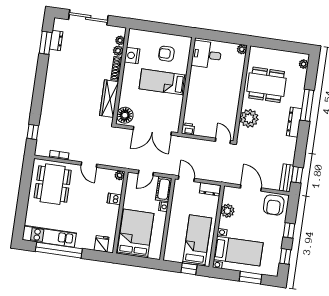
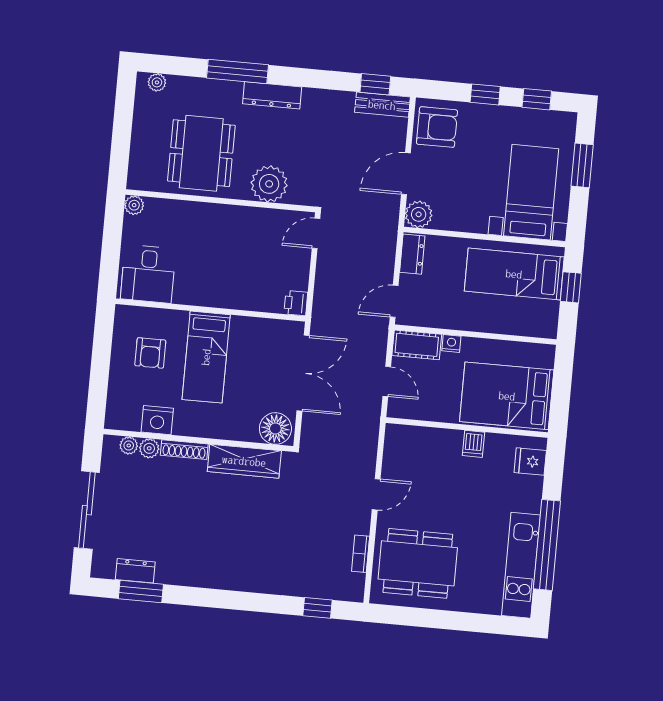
plant: (120, 175) -> (394, 433), removed
dishwasher: (114, 199) -> (473, 444), moved
plant: (227, 211) -> (419, 214), moved

